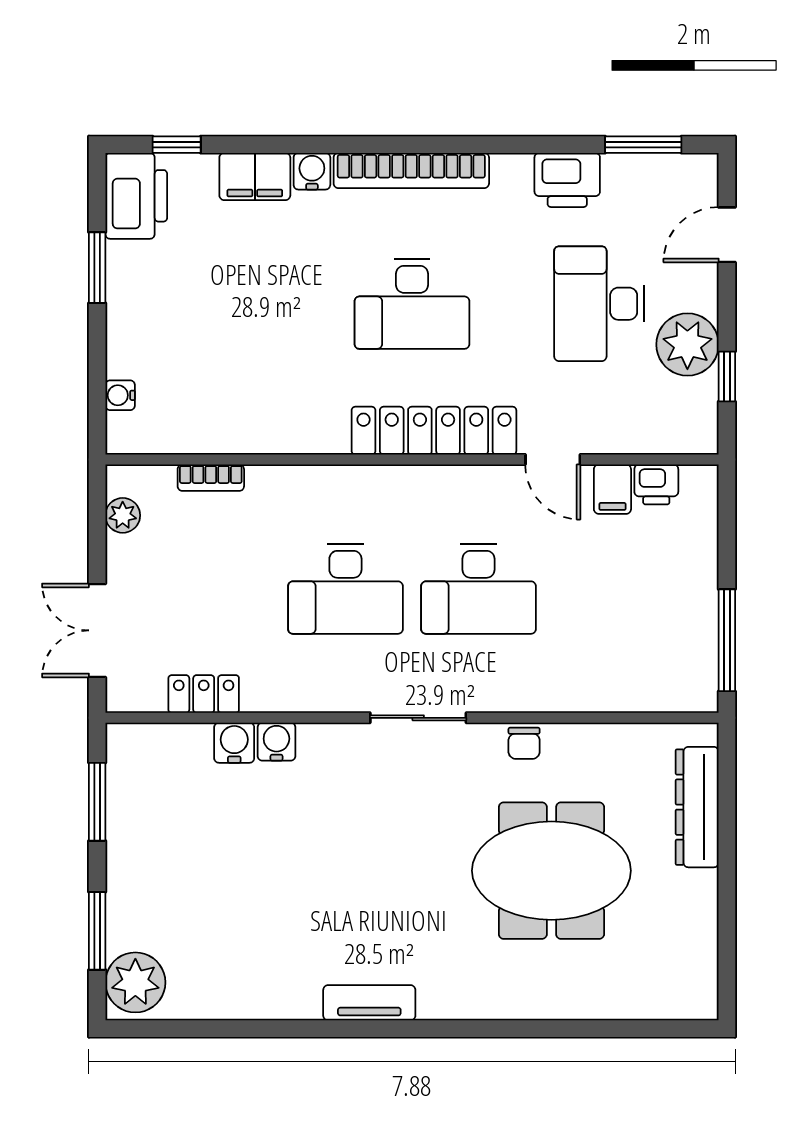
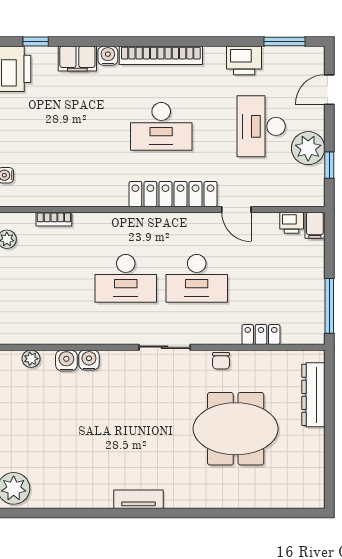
filing cabinet: (612, 489) -> (315, 225), moved
locker: (204, 694) -> (261, 335), moved
plant: (168, 739) -> (31, 359), added

